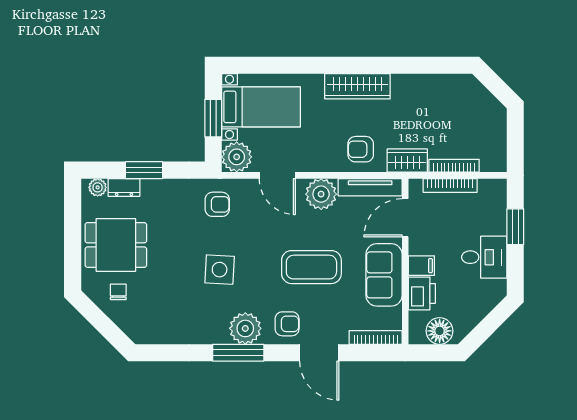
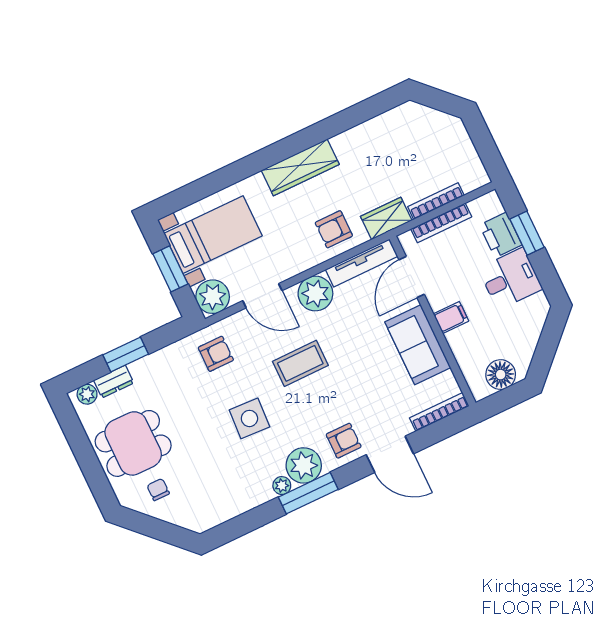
coffee table: (311, 267) -> (300, 363), moved, width x0.73, depth x0.76
printer: (422, 293) -> (501, 235), moved, turned 180
plant: (220, 336) -> (282, 486), added

